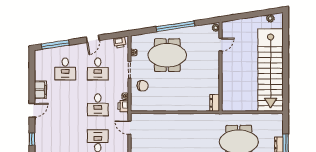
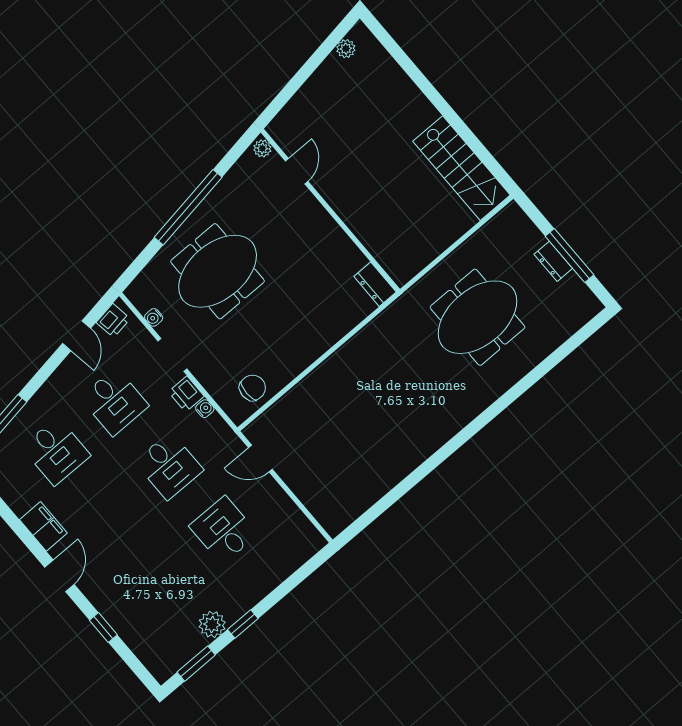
door: (93, 39) -> (77, 336), moved
stairs: (271, 70) -> (462, 168), width x0.54, depth x0.66
chair: (143, 86) -> (252, 388), moved
printer: (123, 106) -> (186, 394), moved

